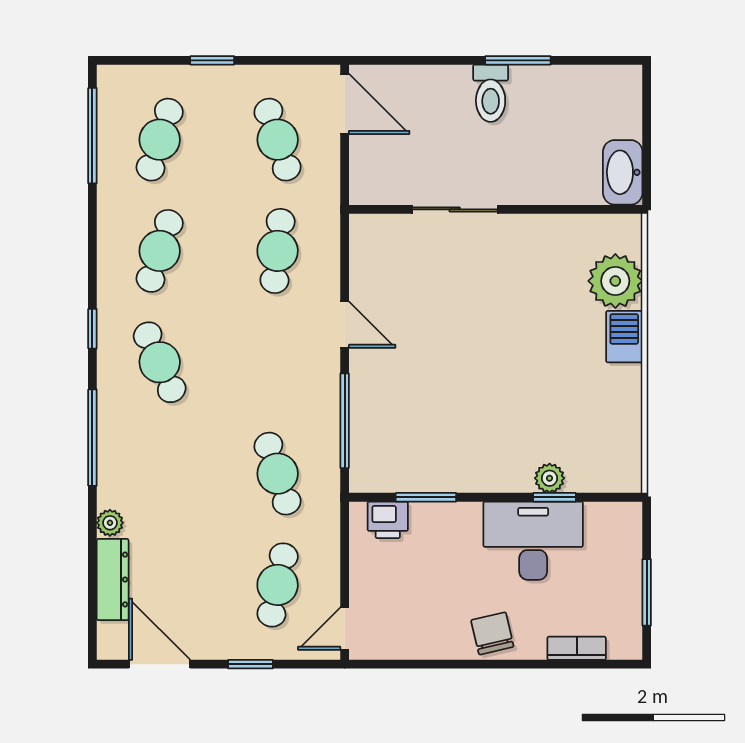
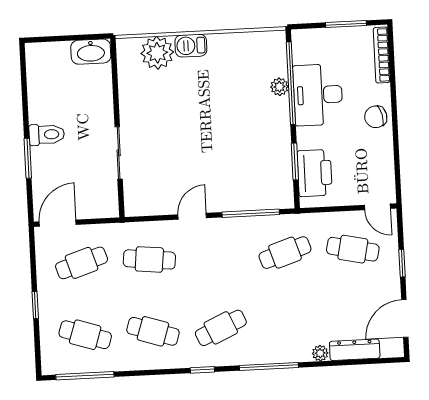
window: (518, 60) -> (28, 158), moved
window: (554, 497) -> (291, 83), width x3.17
printer: (388, 520) -> (315, 173), width x1.87, depth x1.48
bookcase: (577, 648) -> (382, 55), width x1.56

